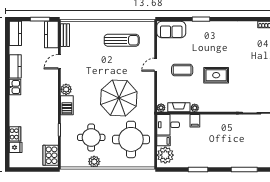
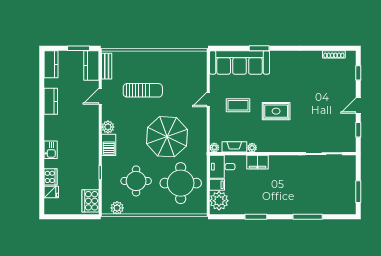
sofa: (171, 30) -> (240, 62), width x1.85, depth x1.27
sun lounger: (122, 40) -> (143, 90), moved
kitchen sink: (15, 87) -> (51, 150), moved
filing cabinet: (195, 121) -> (257, 162), width x2.00
plant: (94, 162) -> (117, 208), moved

